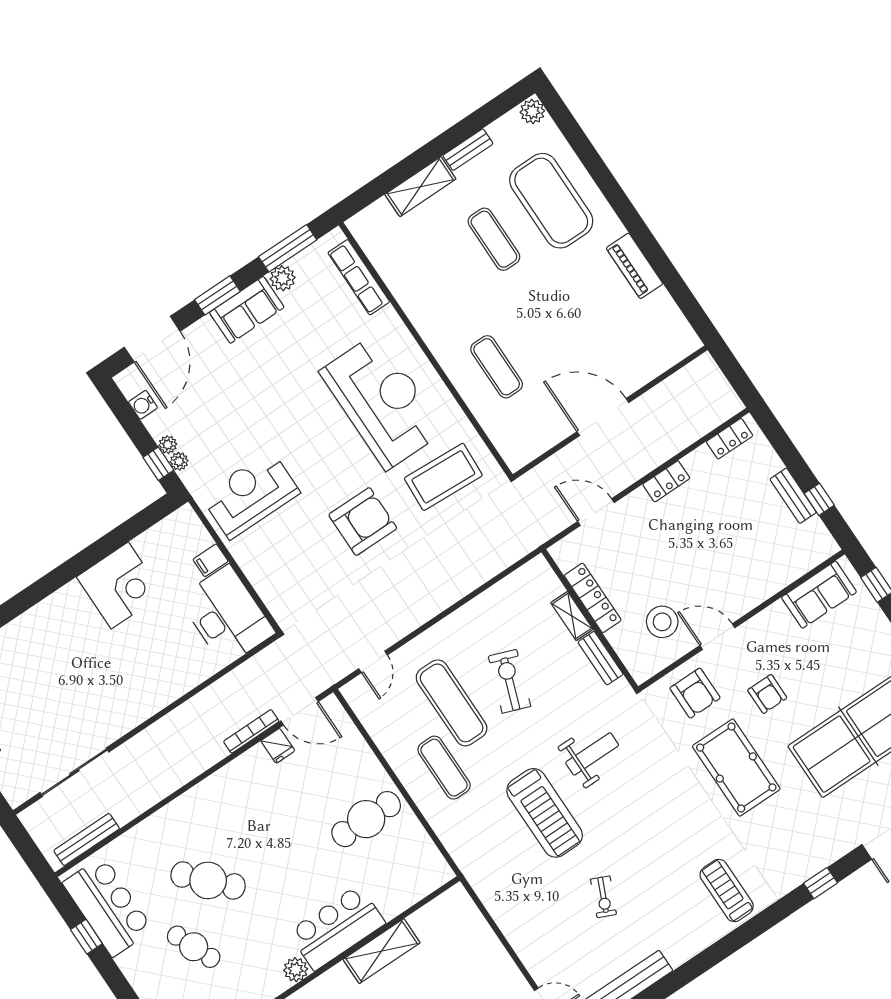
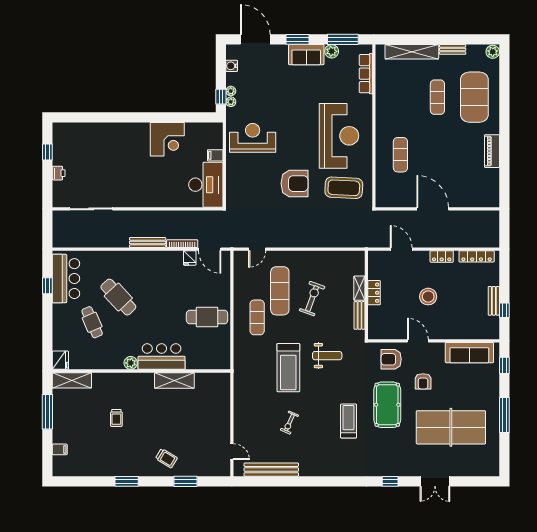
shelving: (420, 187) -> (412, 52), width x1.47
door: (152, 339) -> (255, 39), swing flipped
locker: (730, 439) -> (477, 256), width x1.53
sofa: (819, 595) -> (469, 353), width x1.36
locker: (593, 598) -> (374, 293), width x0.66
stool: (662, 622) -> (428, 297), moved
armchair: (695, 693) -> (391, 359), turned 90
bench: (87, 840) -> (148, 243), moved
treadmill: (727, 890) -> (349, 421), moved

